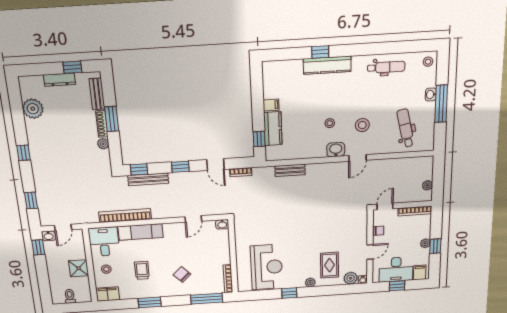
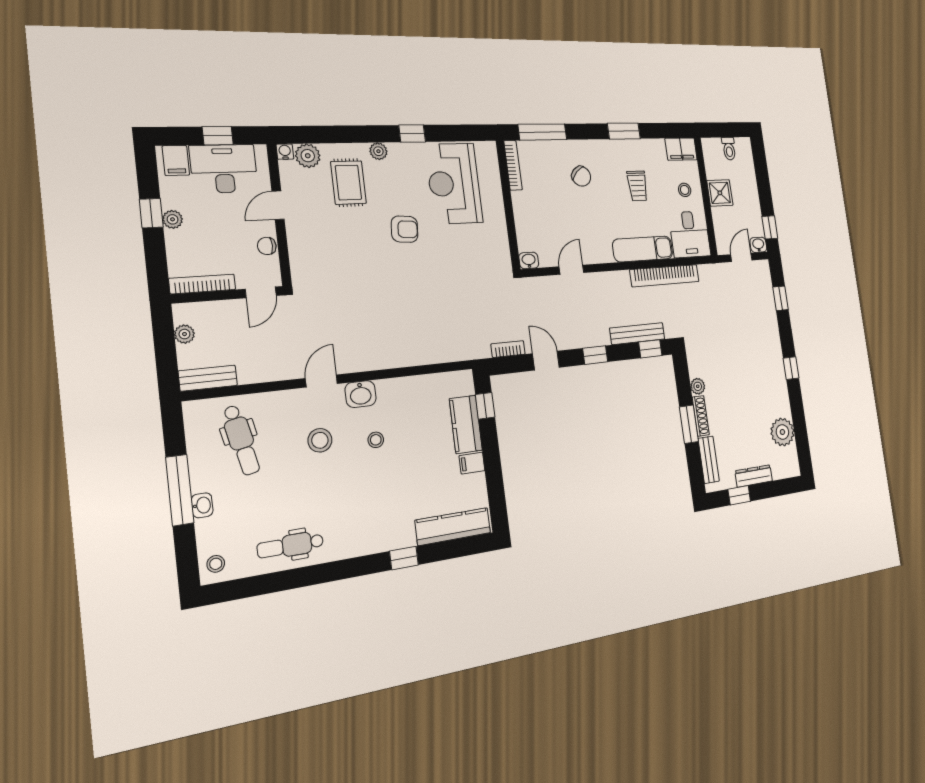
kitchen counter: (327, 65) -> (453, 526), moved
bench: (290, 170) -> (208, 378), moved
armchair: (300, 241) -> (404, 229), added

